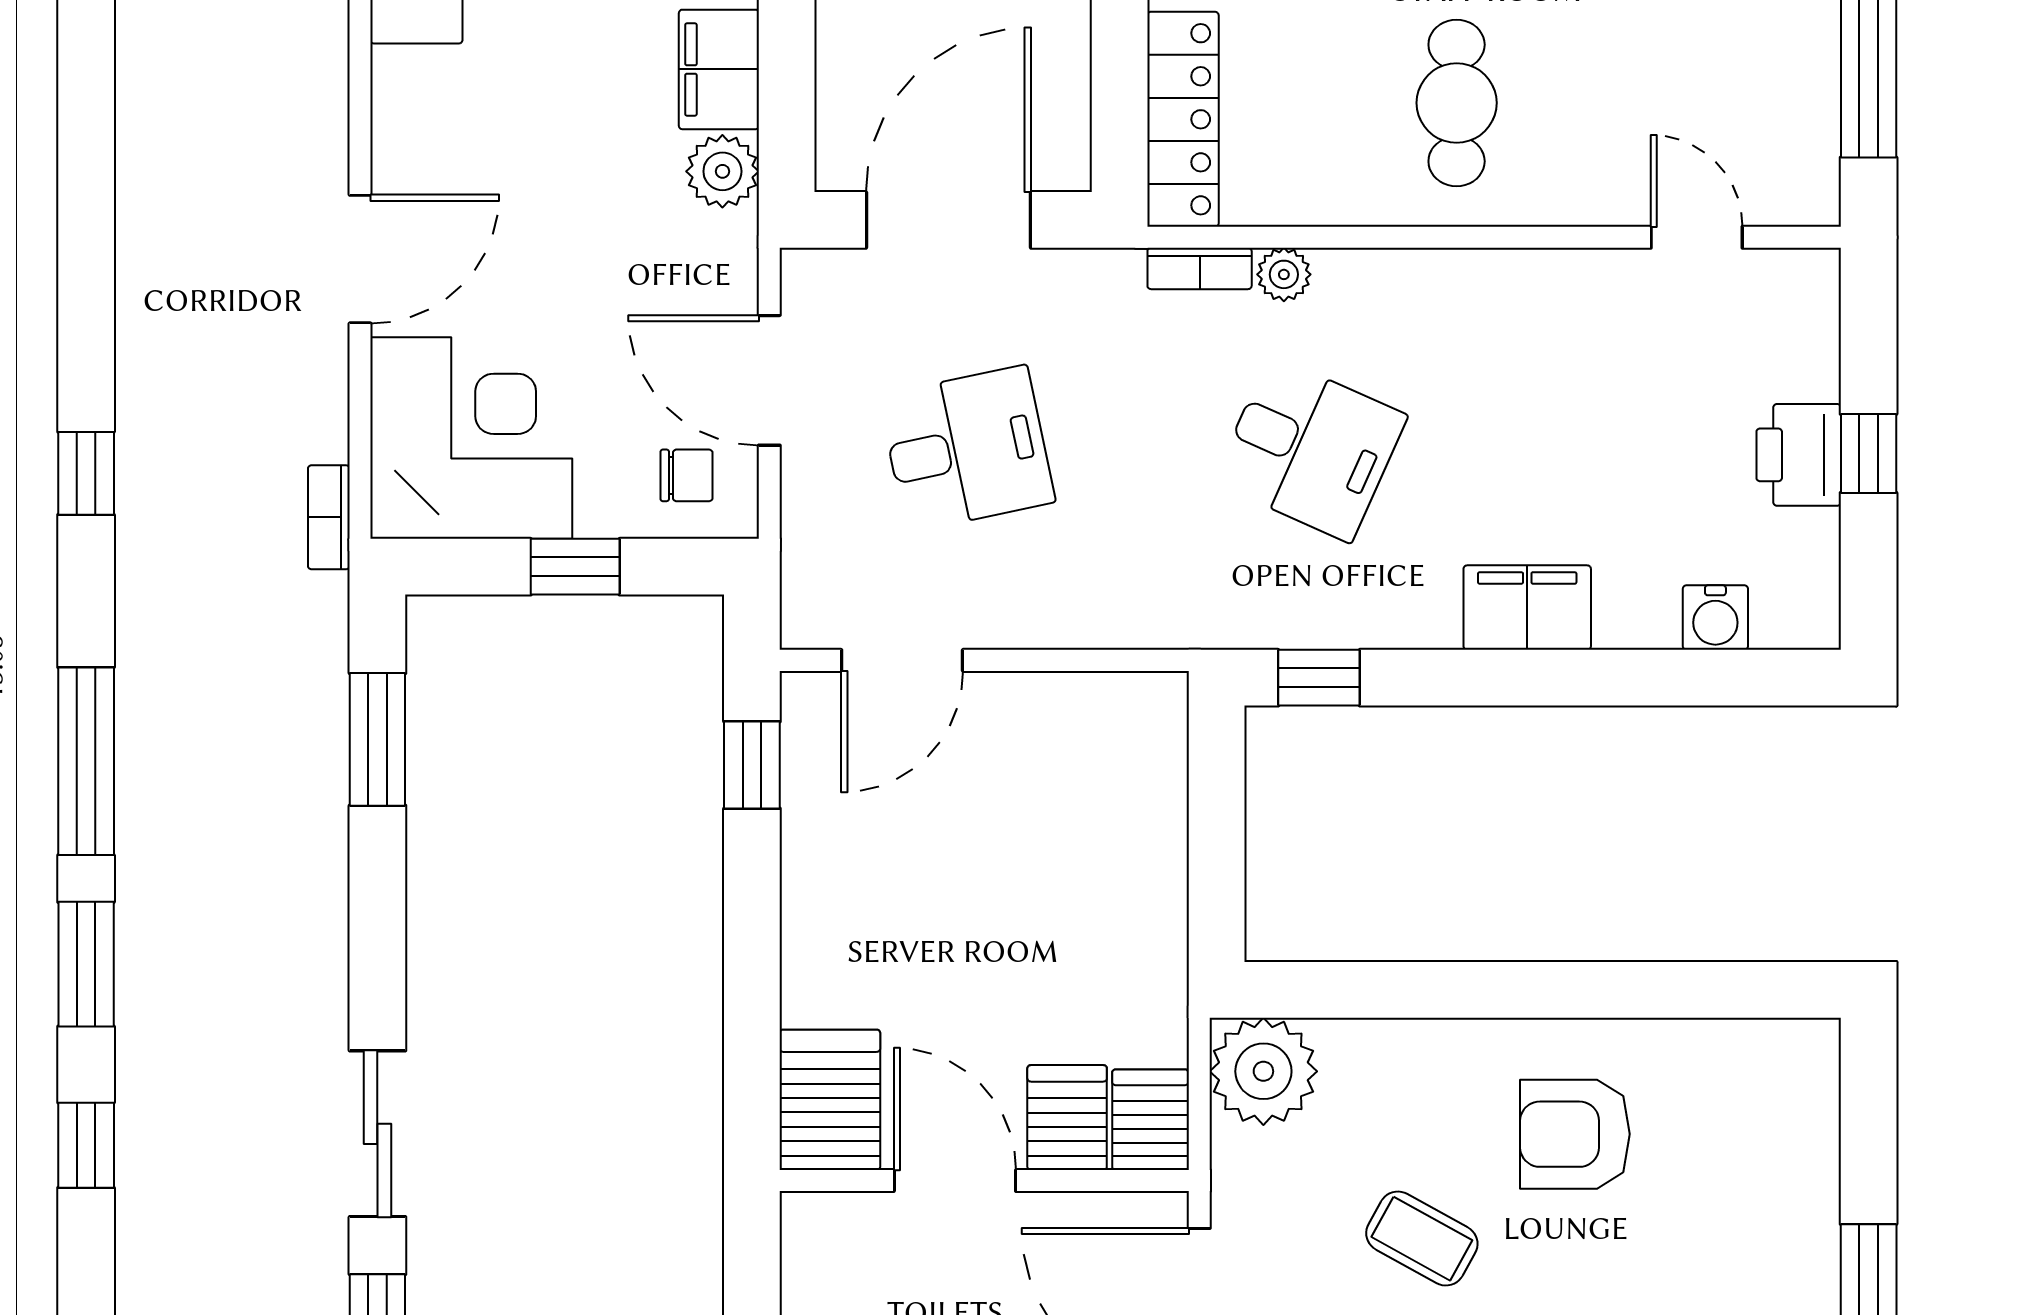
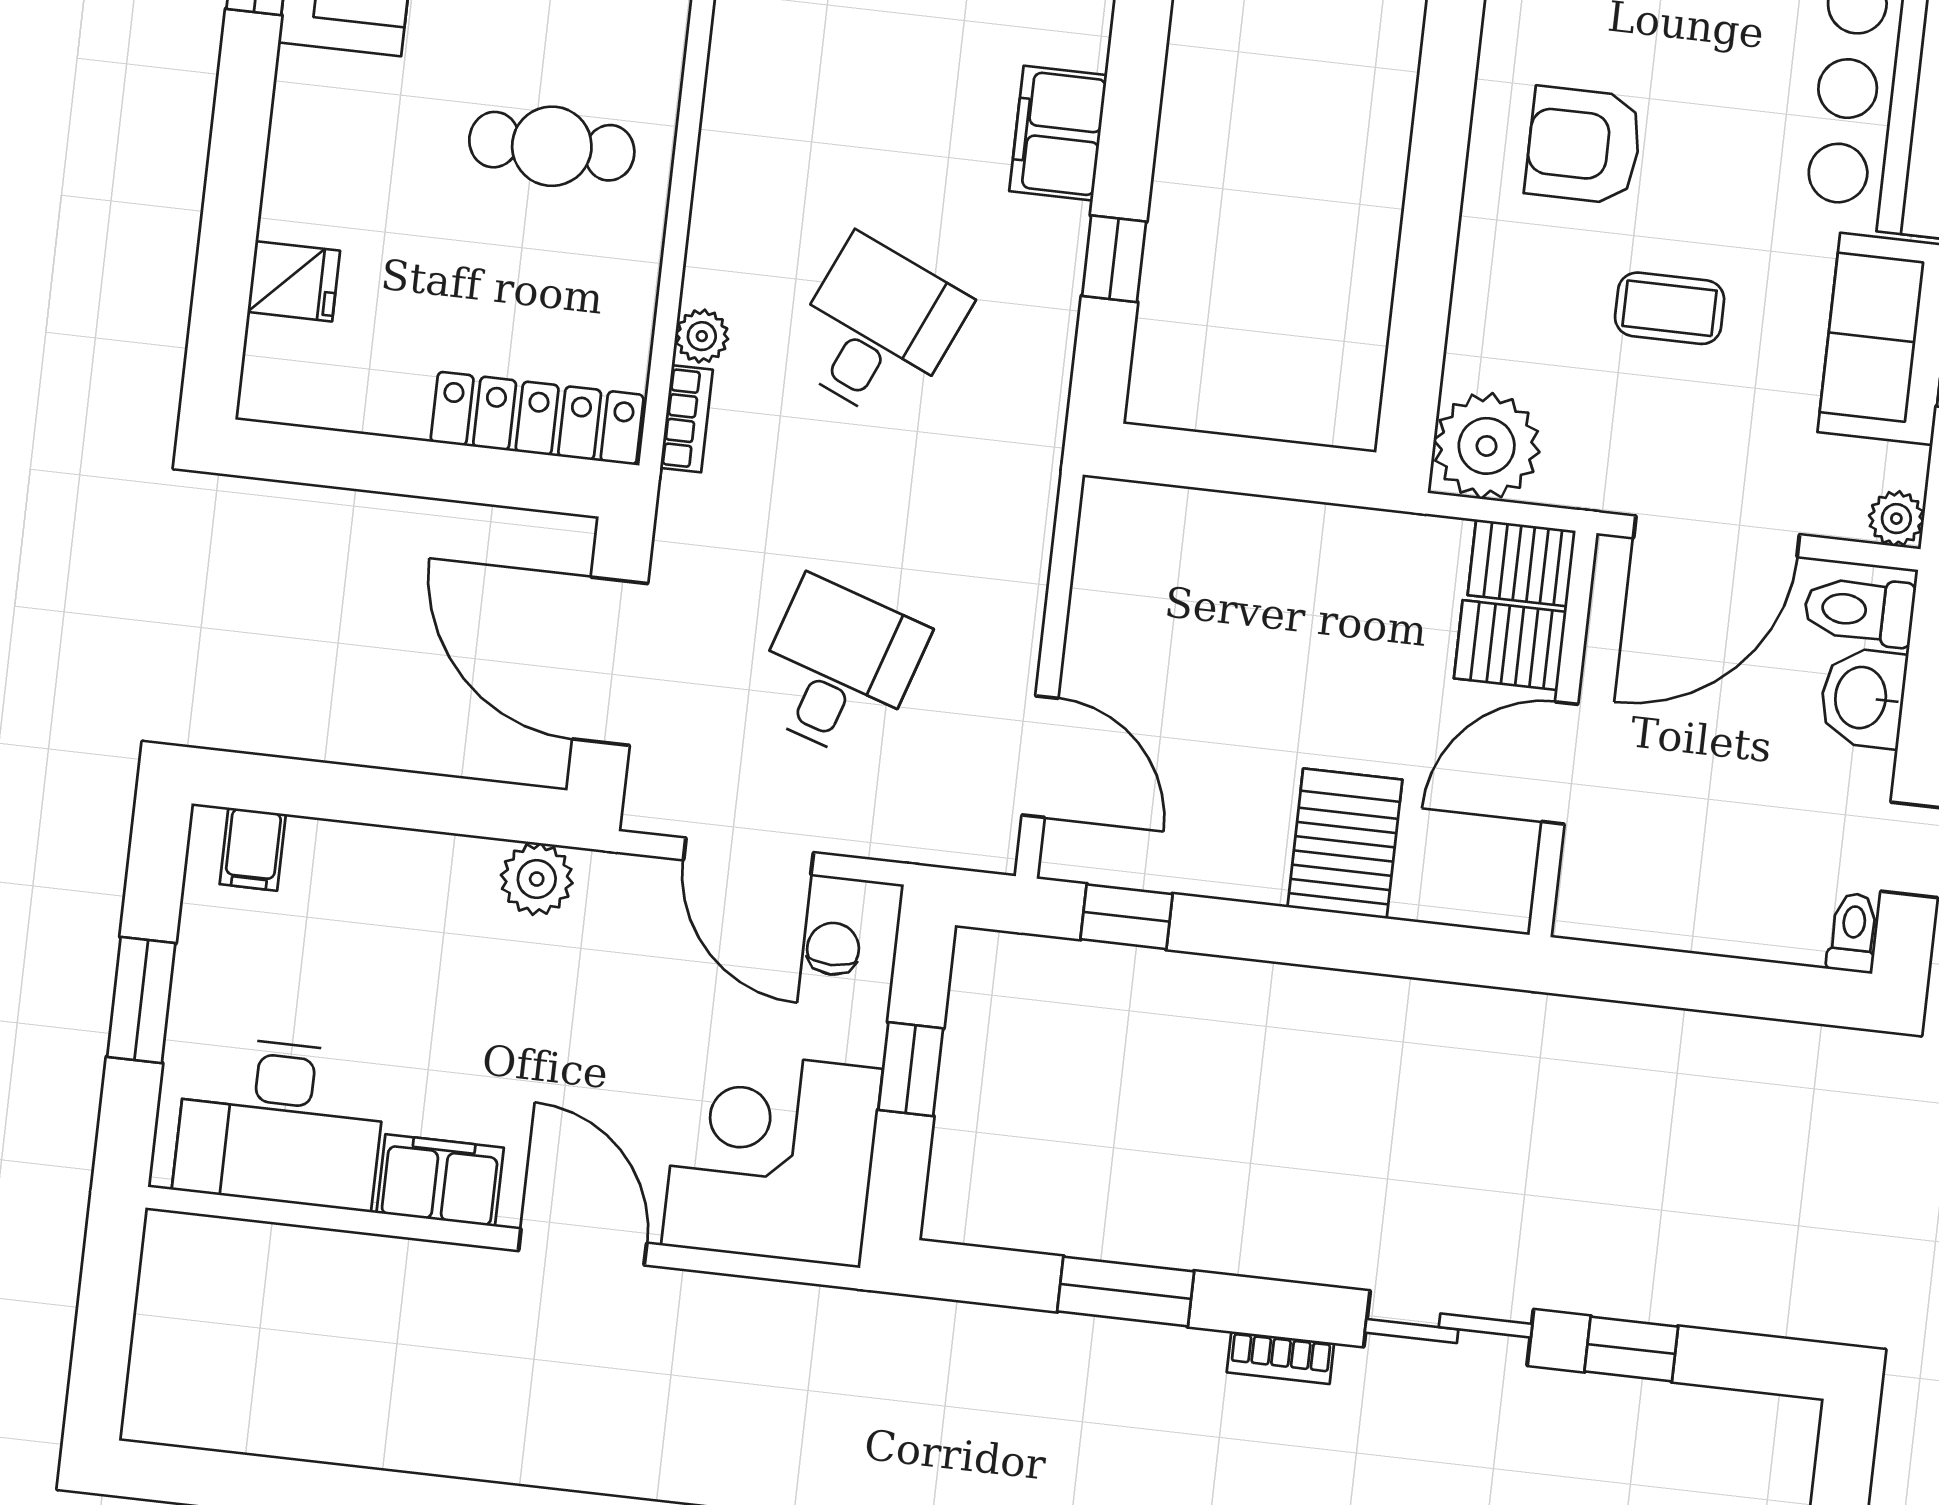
filing cabinet: (719, 69) -> (440, 1180), moved, turned 180
door: (769, 380) -> (748, 856), hinge flipped
desk: (967, 449) -> (838, 669), turned 30
bookcase: (329, 517) -> (1280, 1358), moved
window: (1319, 678) -> (1114, 259), moved
window: (377, 739) -> (1126, 1291), moved
server rack: (830, 1100) -> (1345, 844), moved, turned 90
armchair: (1575, 1134) -> (1584, 145), turned 90
coffee table: (1422, 1239) -> (1670, 308), turned 61

